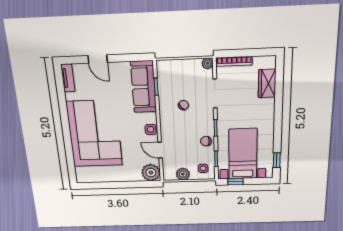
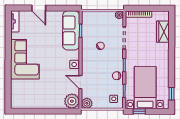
corner sofa: (95, 134) -> (25, 59), width x0.73, depth x0.74
plant: (183, 174) -> (87, 103), moved

